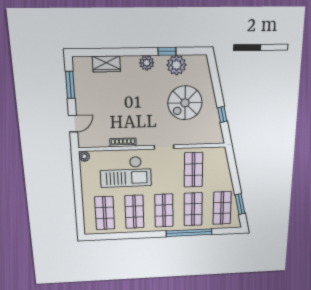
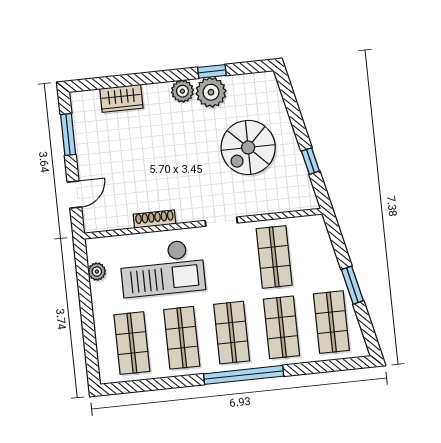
plant: (176, 65) -> (211, 92), moved
plant: (84, 156) -> (97, 272), moved
window: (240, 204) -> (352, 285), moved
window: (189, 233) -> (244, 375), moved

